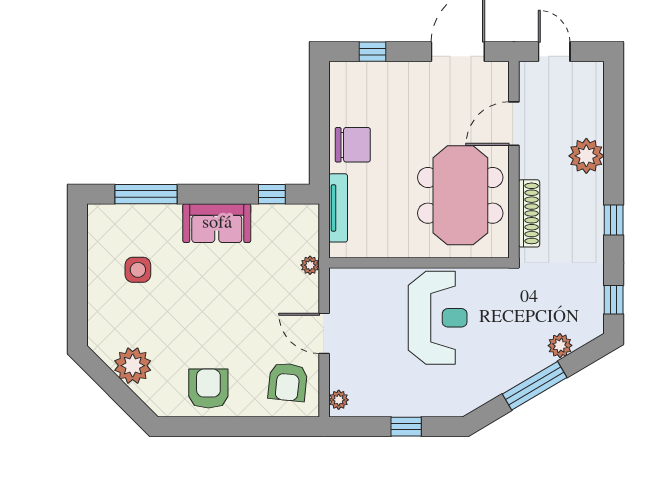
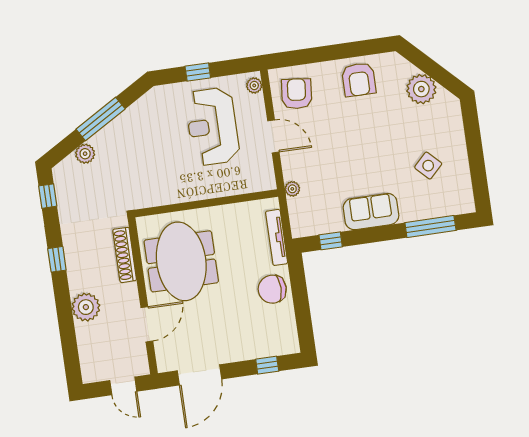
side table: (138, 270) -> (428, 166), turned 45
reception desk: (438, 318) -> (212, 126), moved

